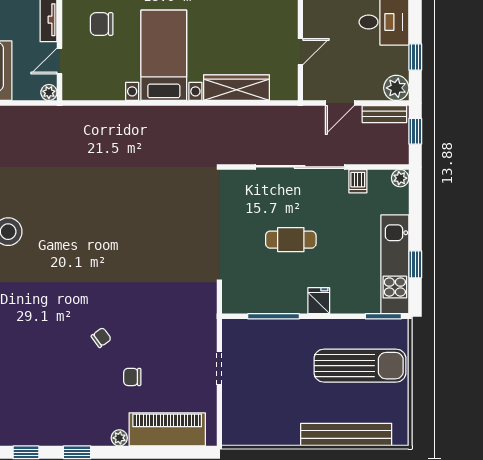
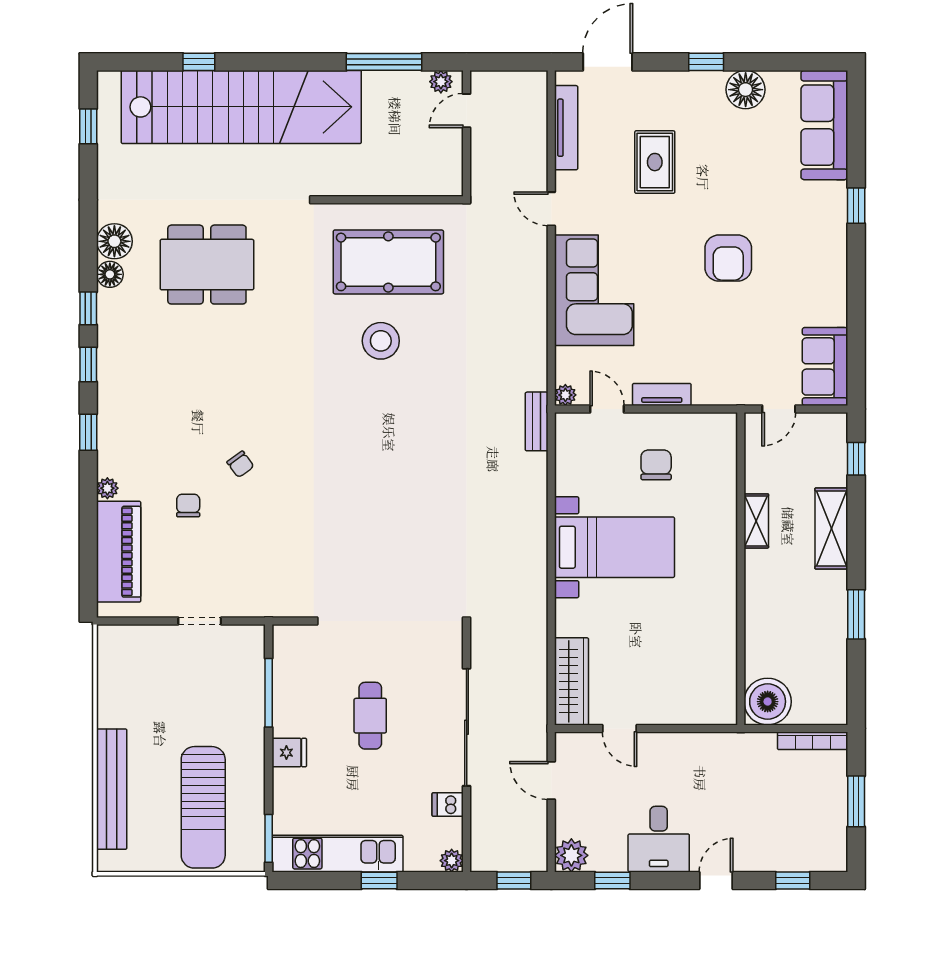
wardrobe: (237, 88) -> (572, 681), moved
bench: (384, 114) -> (537, 421), moved
window: (415, 264) -> (379, 880), moved

